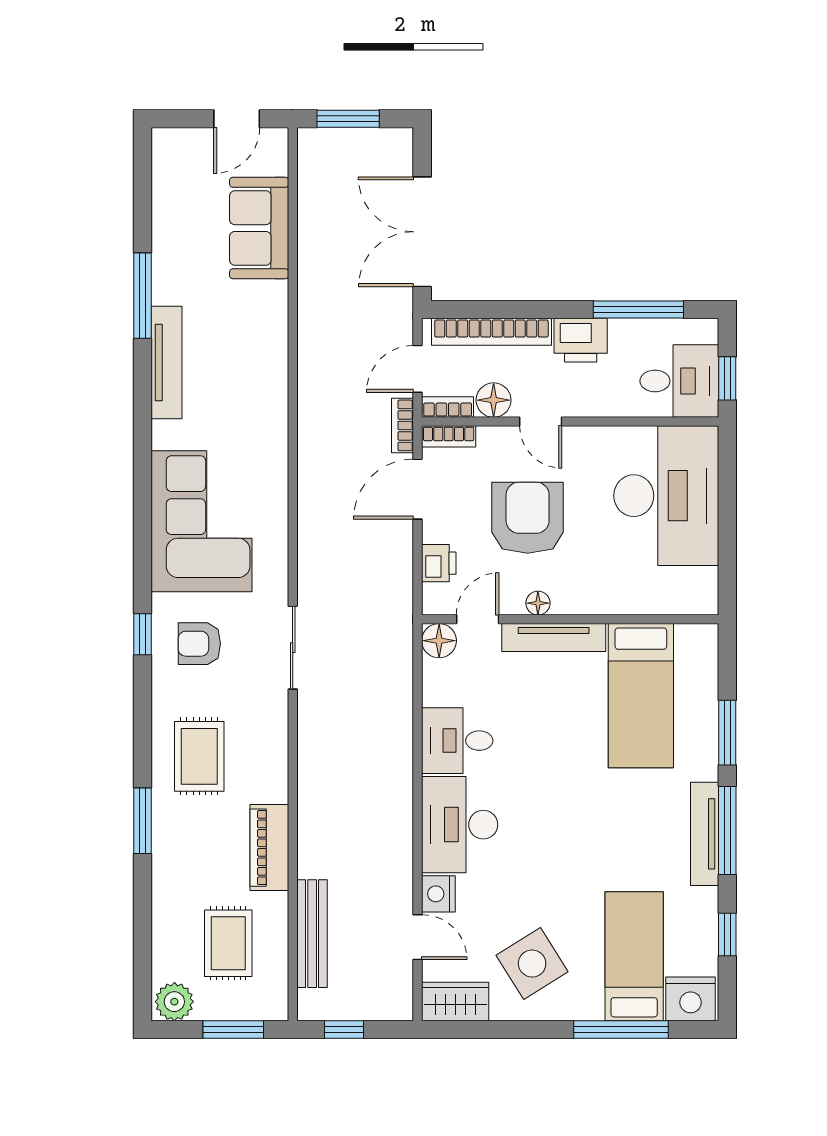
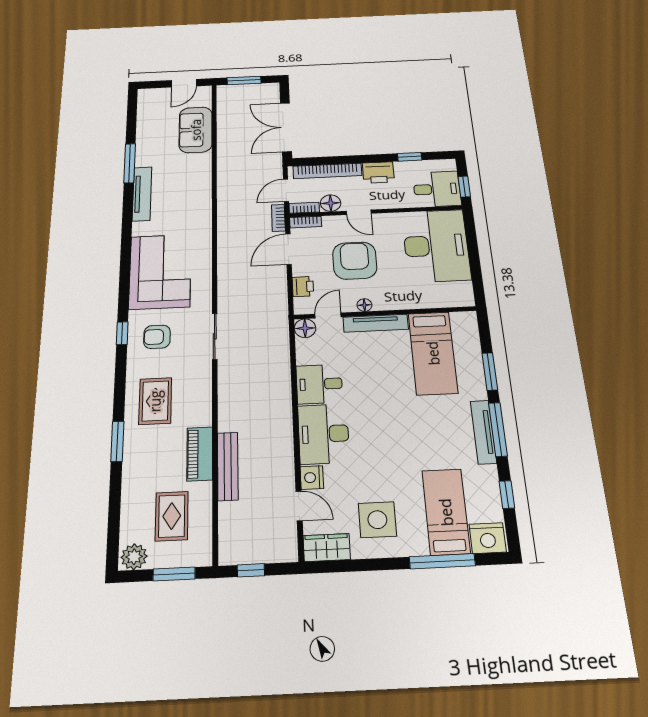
window: (638, 310) -> (410, 157), width x0.46
bench: (312, 934) -> (228, 466), moved
side table: (532, 964) -> (377, 520), turned 32

